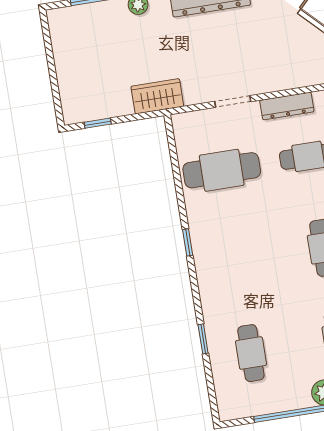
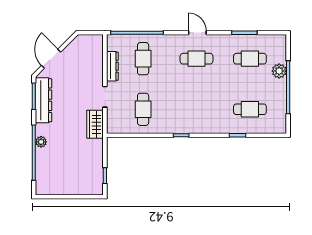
wardrobe: (157, 96) -> (95, 124), moved
cafe table: (222, 170) -> (143, 109), width x0.73, depth x0.74

